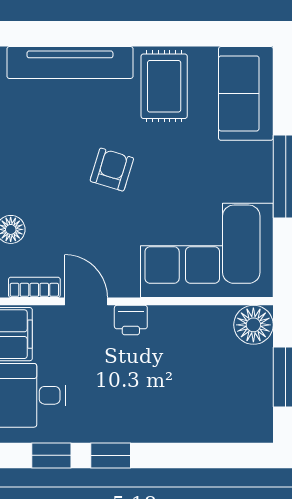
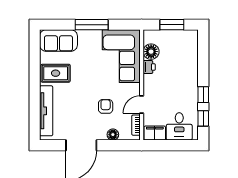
armchair: (112, 170) -> (106, 106), moved, turned 73
printer: (131, 320) -> (149, 67), moved
floor lamp: (253, 325) -> (151, 52), moved

